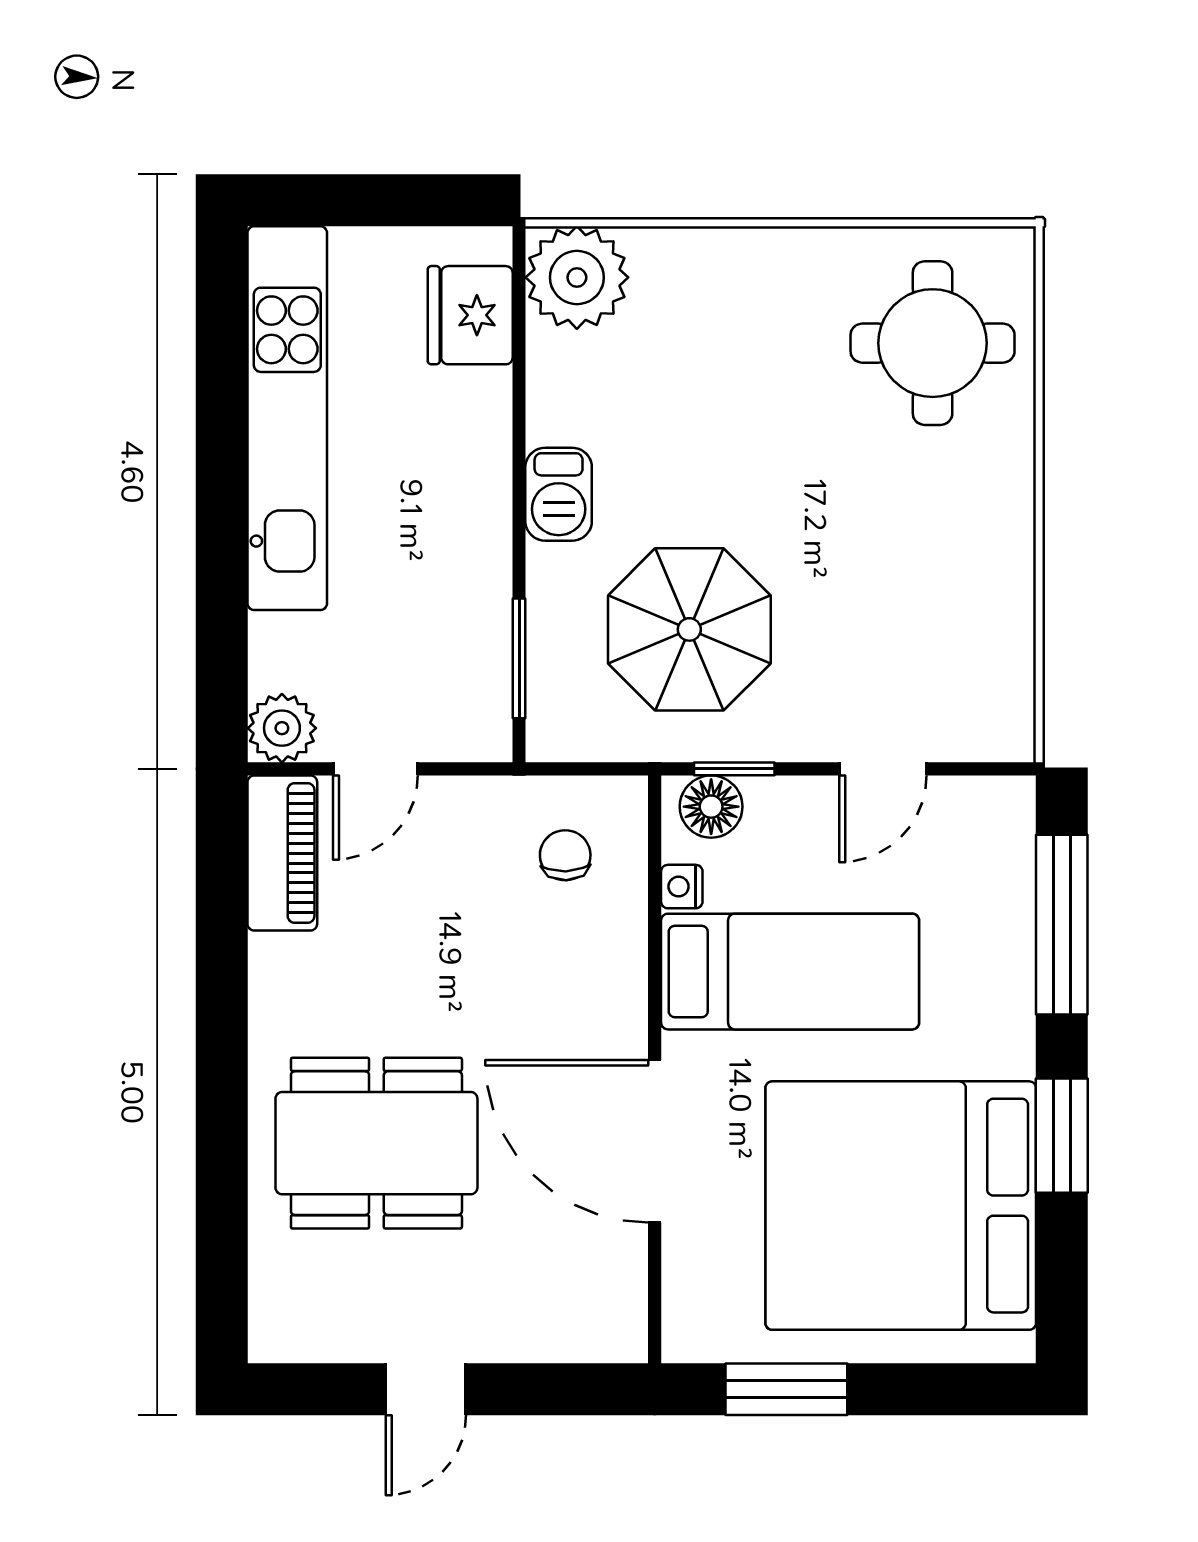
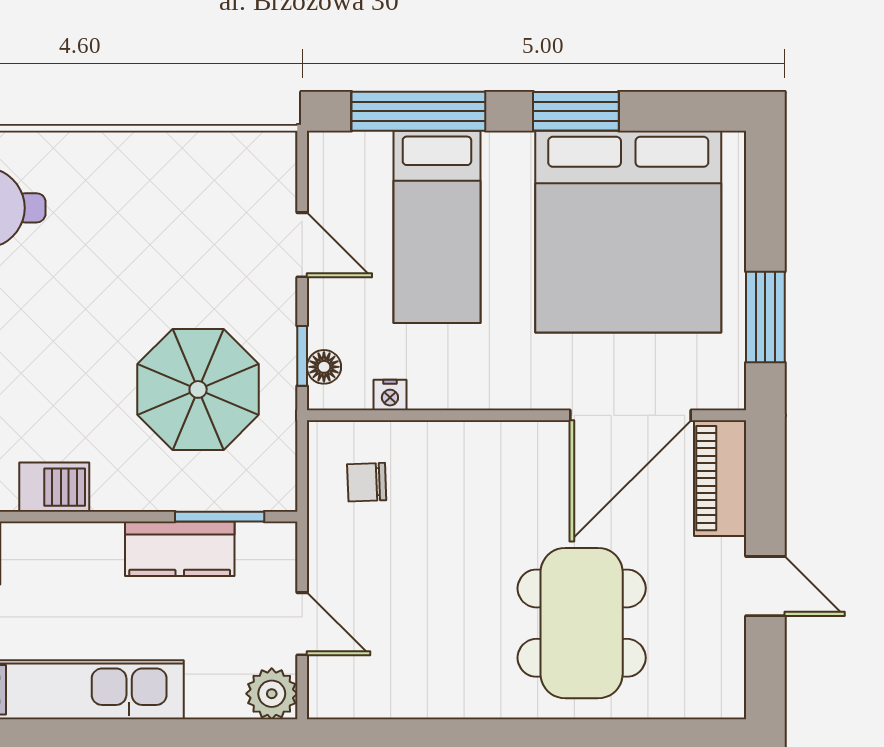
barbecue: (559, 494) -> (54, 487), moved
kitchen counter: (476, 605) -> (180, 549), added
floor lamp: (711, 807) -> (324, 367), width x0.73, depth x0.73
piano: (282, 853) -> (720, 478), moved, turned -90
bed: (790, 972) -> (437, 227), moved, turned 180
door: (655, 1141) -> (631, 415), moved

